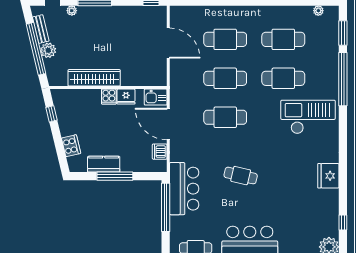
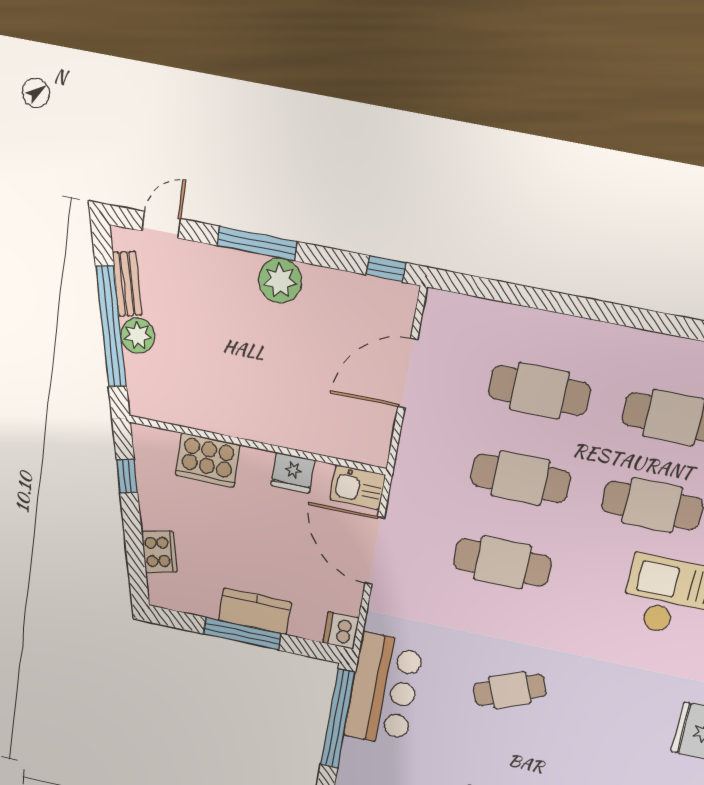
plant: (72, 11) -> (280, 281), moved, width x1.88, depth x1.88
door: (168, 43) -> (408, 373), swing flipped
wardrobe: (94, 78) -> (230, 417), removed
cooker: (109, 97) -> (208, 460), moved, width x1.87, depth x1.31
dishwasher: (160, 152) -> (341, 630), moved
kitchen counter: (104, 164) -> (255, 611), moved
cafe table: (241, 176) -> (510, 690), turned -35

